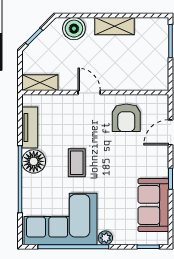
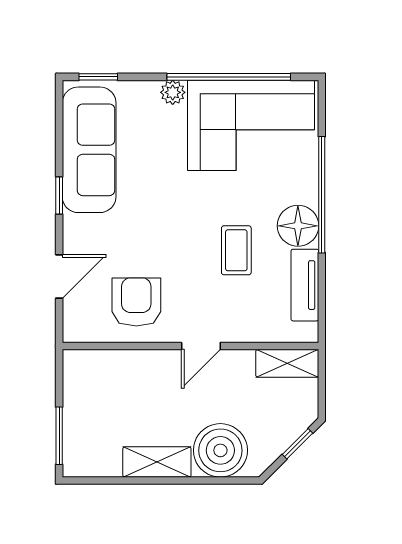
boiler: (74, 29) -> (220, 450), width x1.37, depth x1.37
door: (89, 93) -> (201, 346), hinge flipped
coffee table: (77, 163) -> (236, 250), moved
sofa: (153, 205) -> (89, 150), width x1.36

